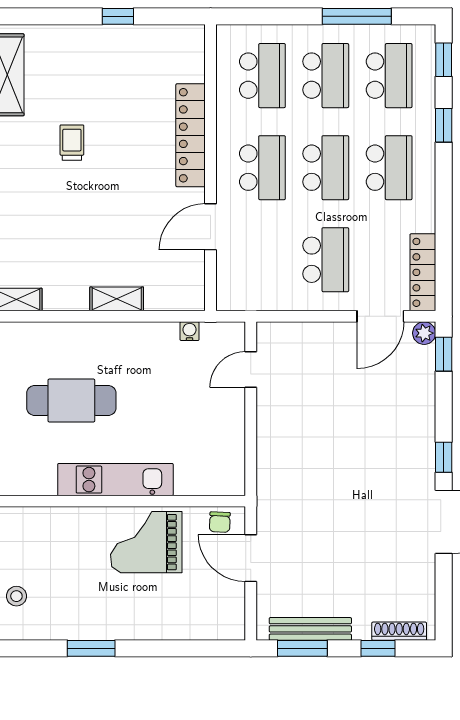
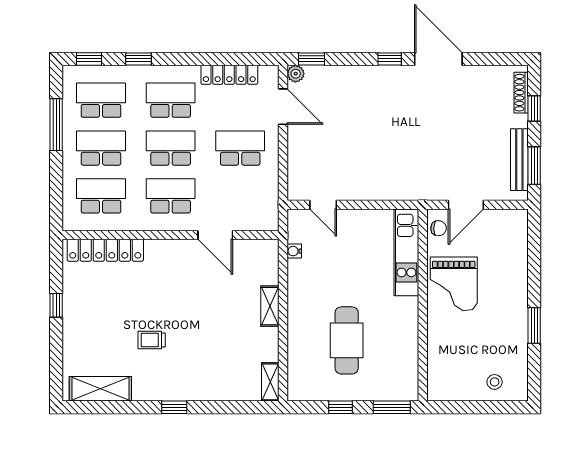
locker: (191, 135) -> (105, 250), moved
locker: (423, 272) -> (229, 75), moved
kitchen unit: (115, 480) -> (406, 252), moved

